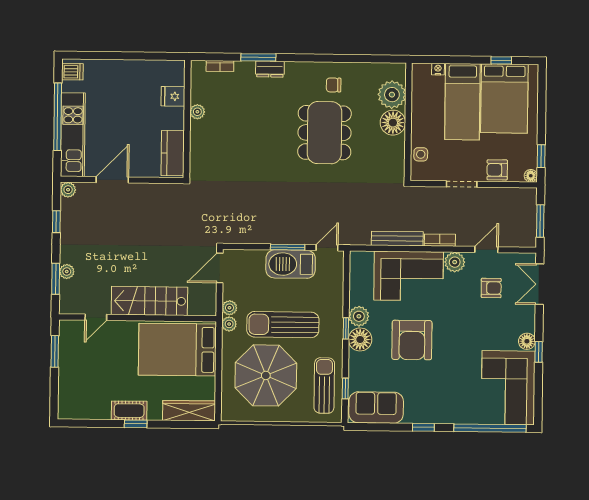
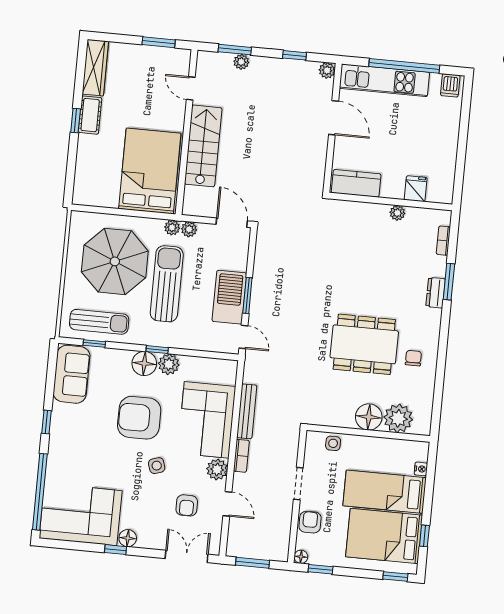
window: (542, 85) -> (395, 576), added
side table: (456, 320) -> (157, 466), added
wardrobe: (189, 411) -> (95, 68), moved

